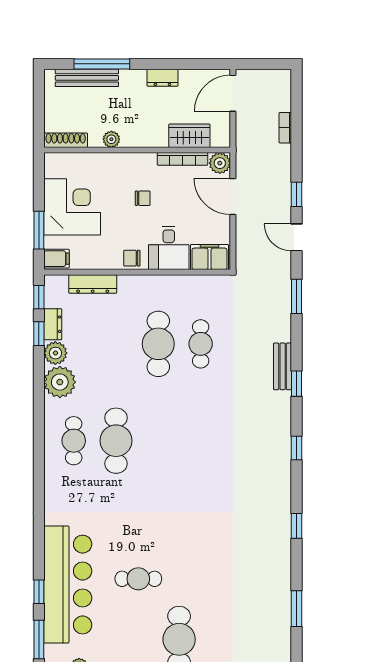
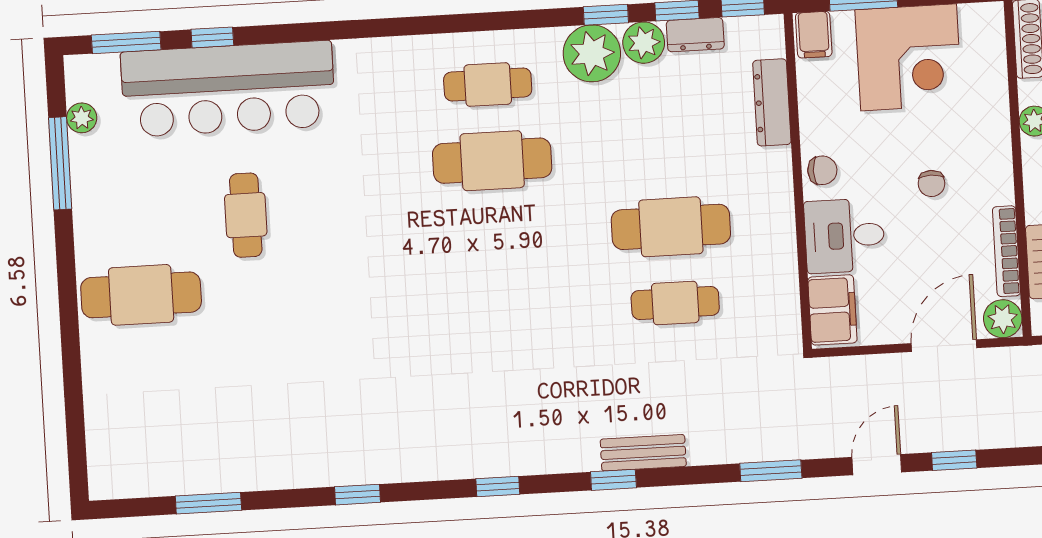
chair: (132, 258) -> (822, 170), turned 90
window: (39, 373) -> (606, 15), added

